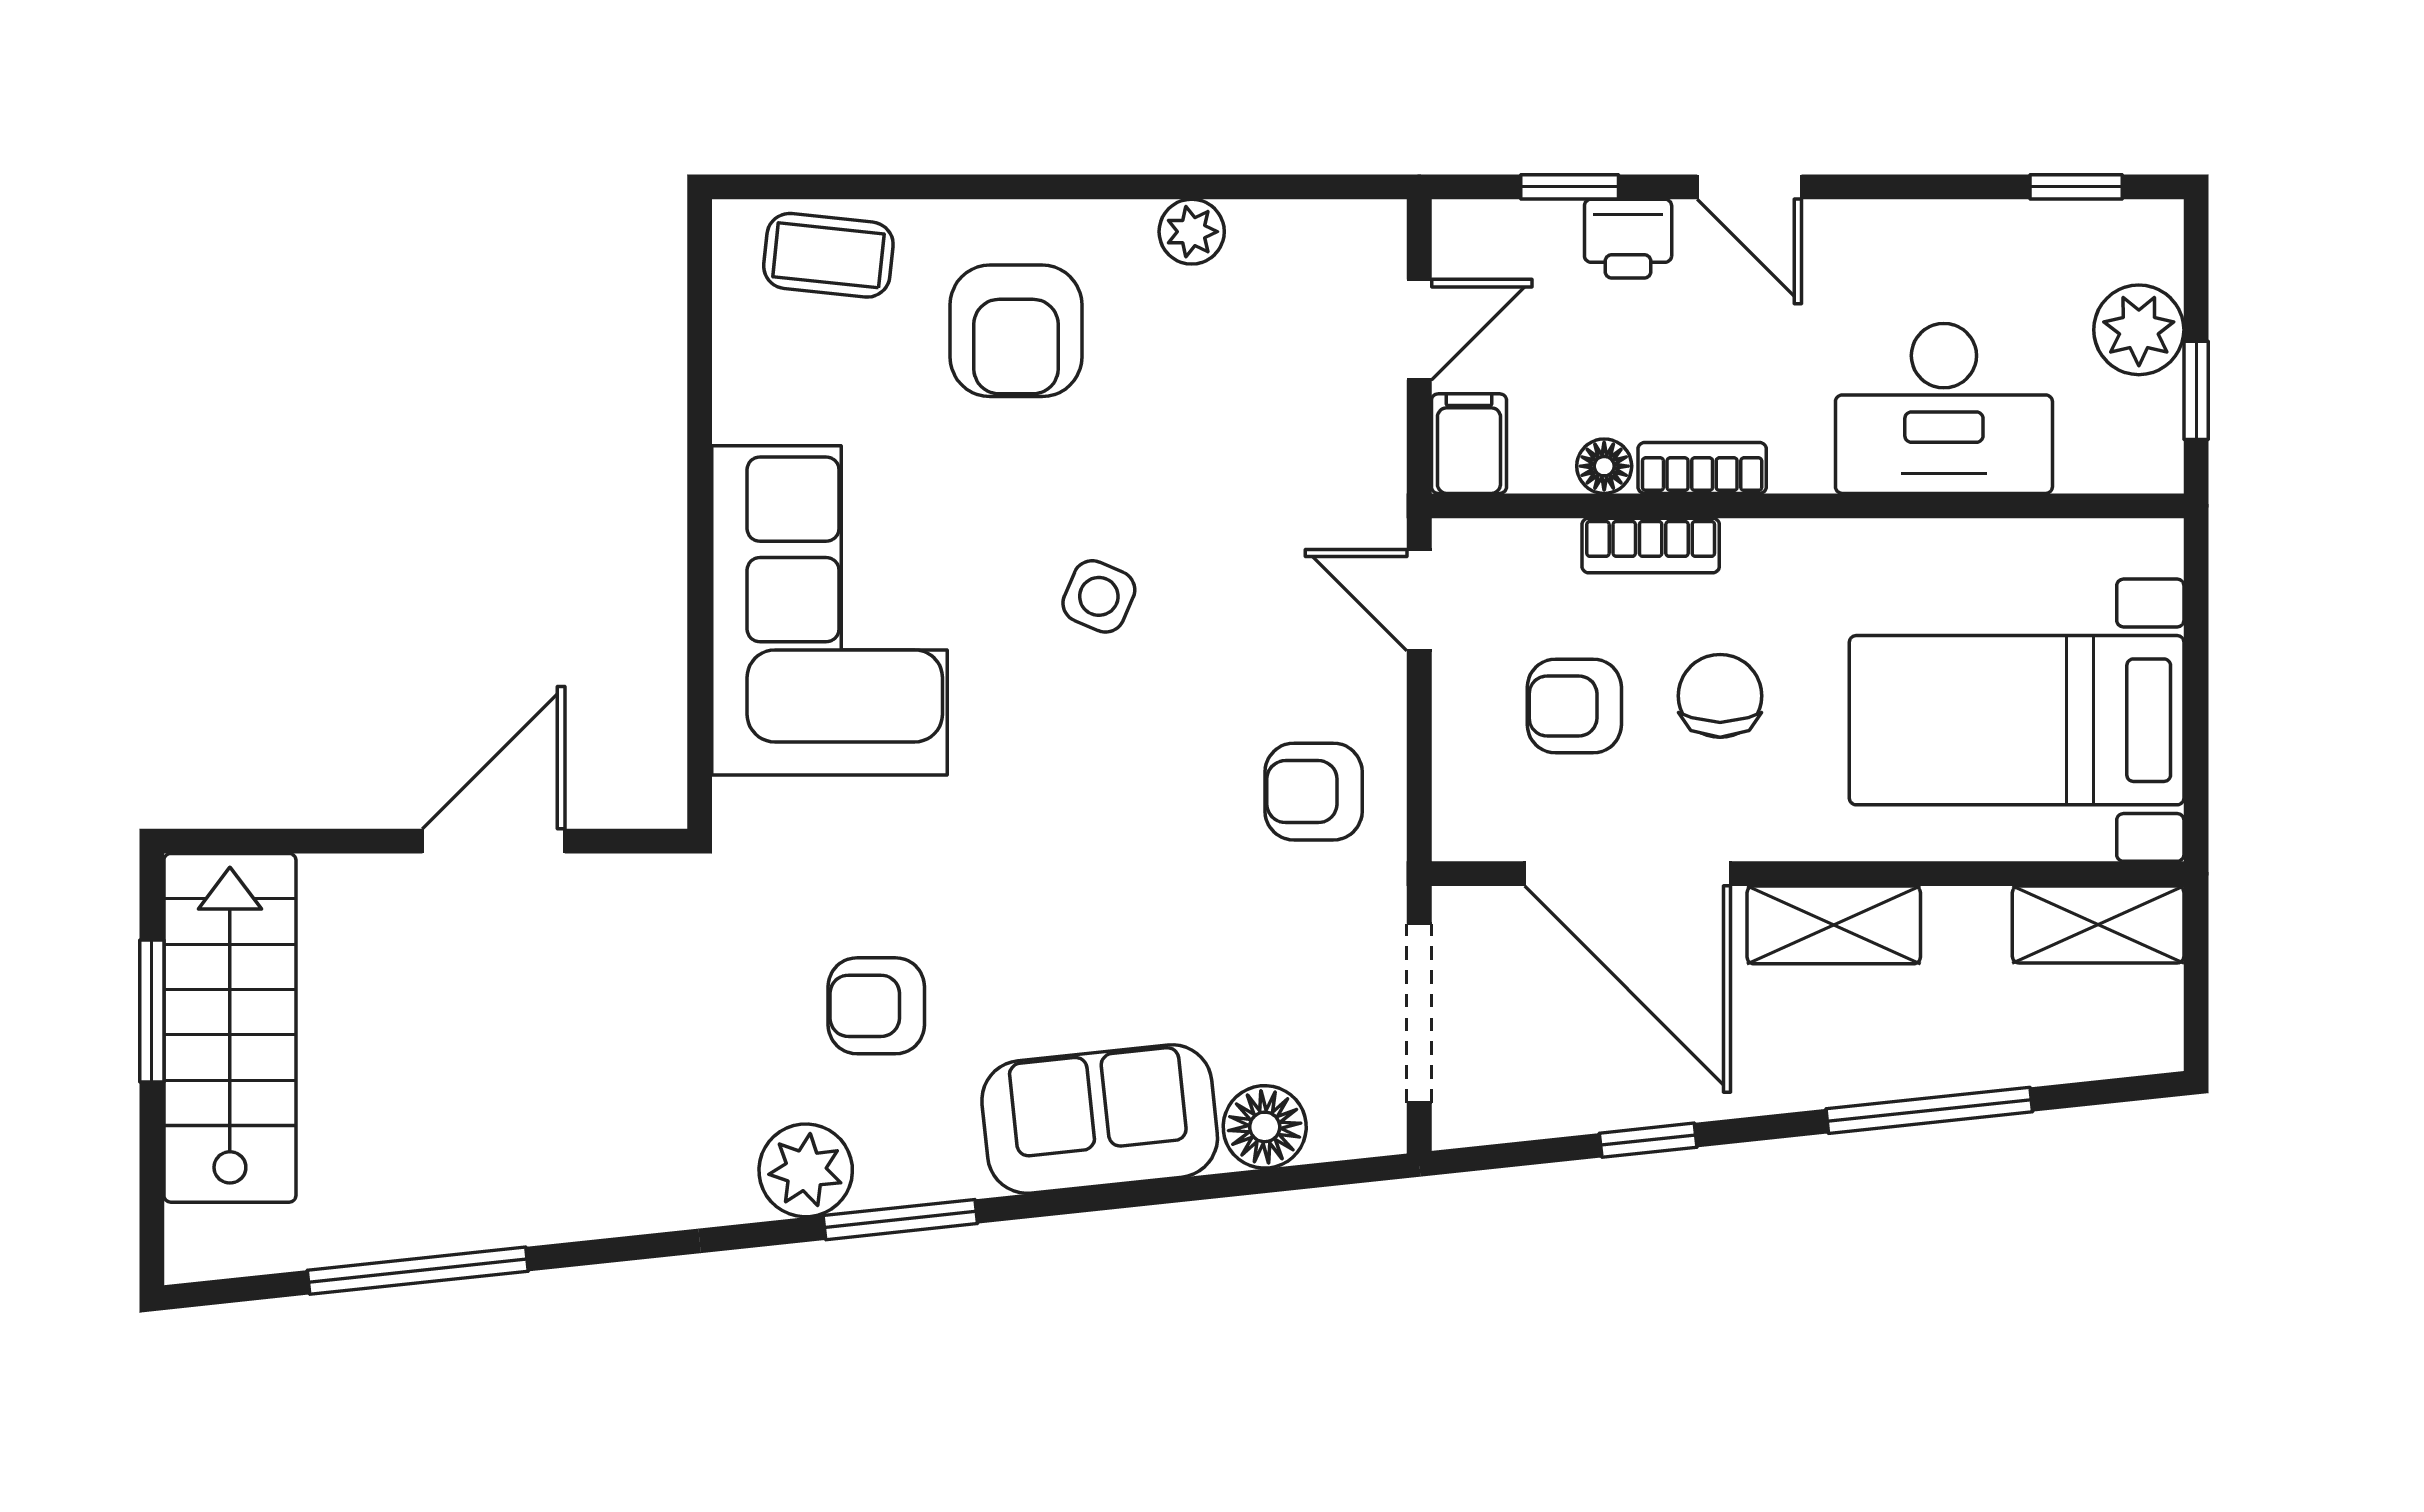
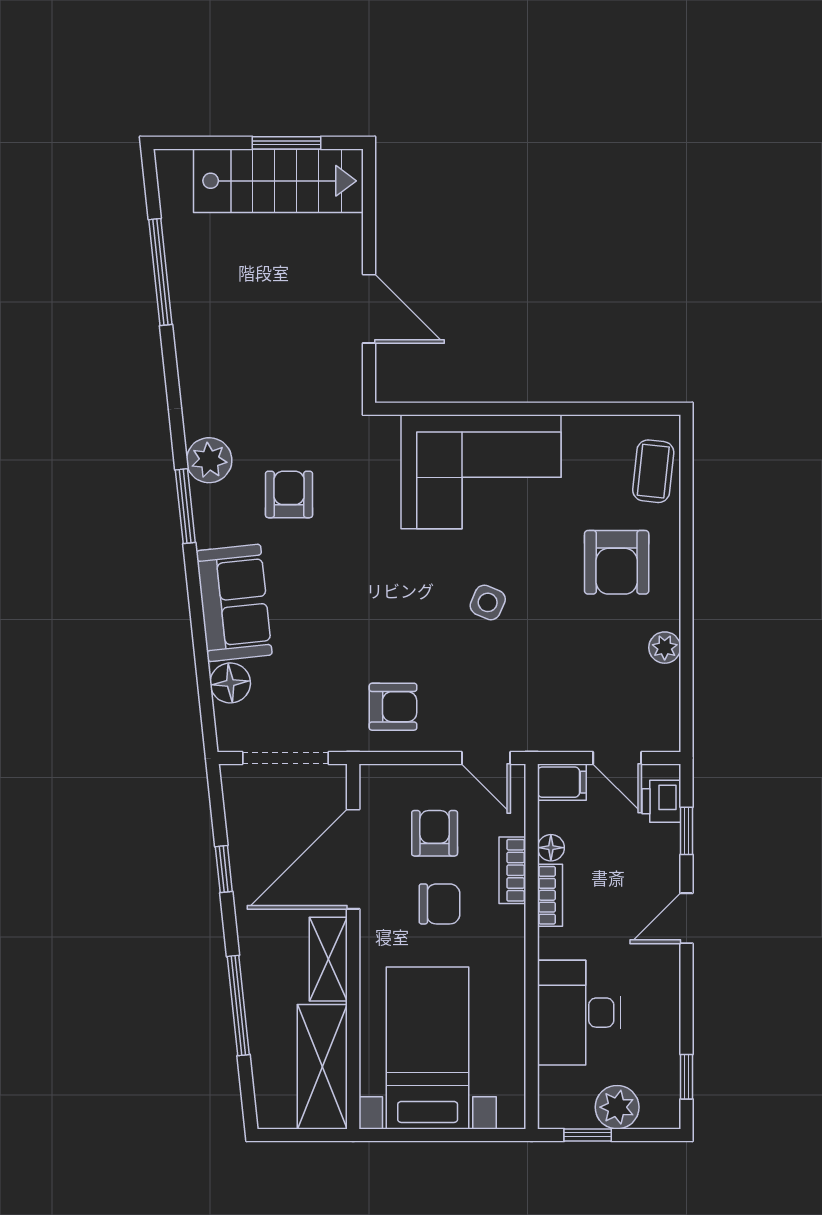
printer: (1628, 239) -> (661, 801), moved
armchair: (1016, 331) -> (617, 562), turned -90
door: (1419, 600) -> (486, 758), swing flipped
armchair: (1314, 792) -> (393, 707), turned 90
shelving: (2098, 925) -> (322, 1067), width x1.50, depth x1.33

